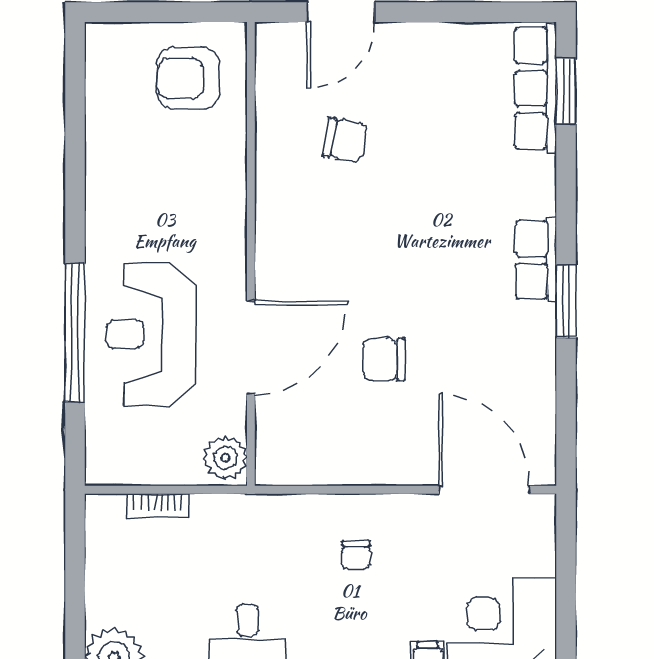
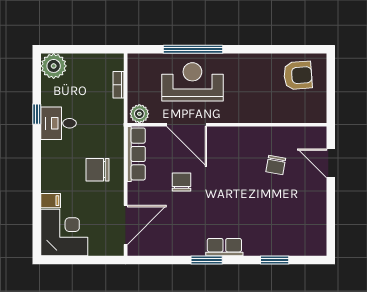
armchair: (188, 78) -> (298, 75), moved, turned 86
row of seats: (536, 88) -> (136, 154), moved, turned 90
window: (566, 91) -> (275, 260), moved
chair: (356, 555) -> (98, 170), width x1.87, depth x1.87

